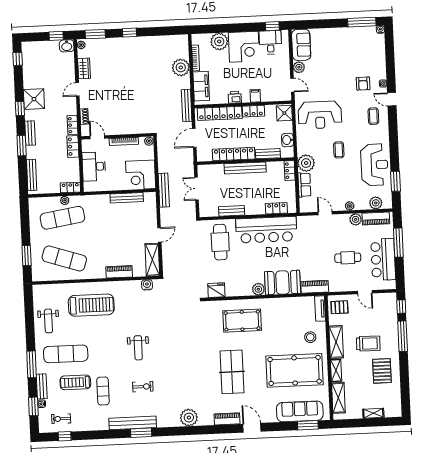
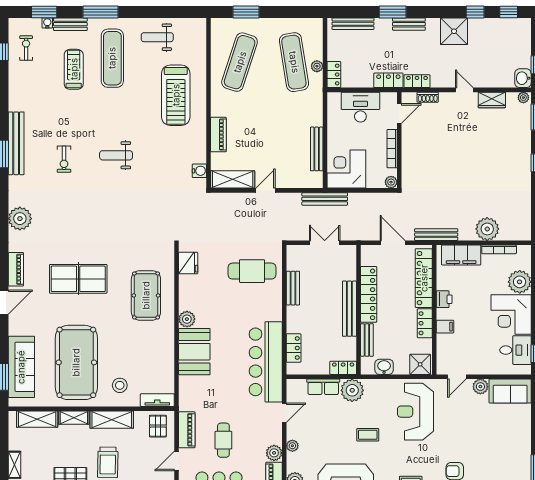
window: (20, 109) -> (475, 12), moved
bar counter: (266, 230) -> (266, 362), moved
door: (159, 235) -> (265, 190), swing flipped
piano: (315, 287) -> (187, 430), moved
exercise mat: (103, 391) -> (61, 106), removed

